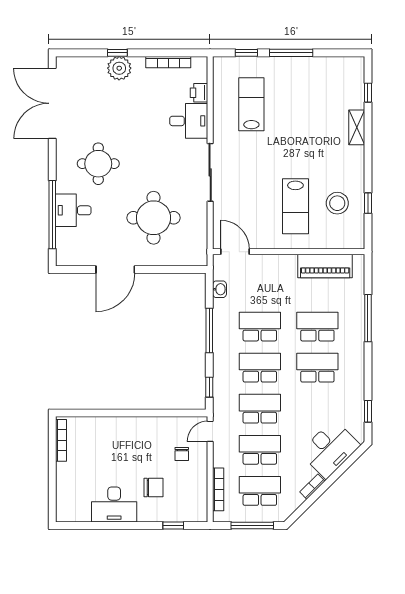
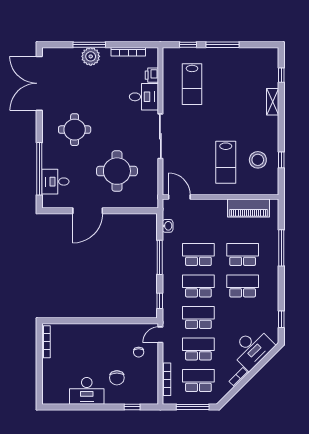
window: (117, 53) -> (89, 45), width x2.17
lab bench: (251, 104) -> (192, 84), turned 180
desk: (73, 210) -> (55, 182), moved
chair: (153, 487) -> (117, 378), turned 90

